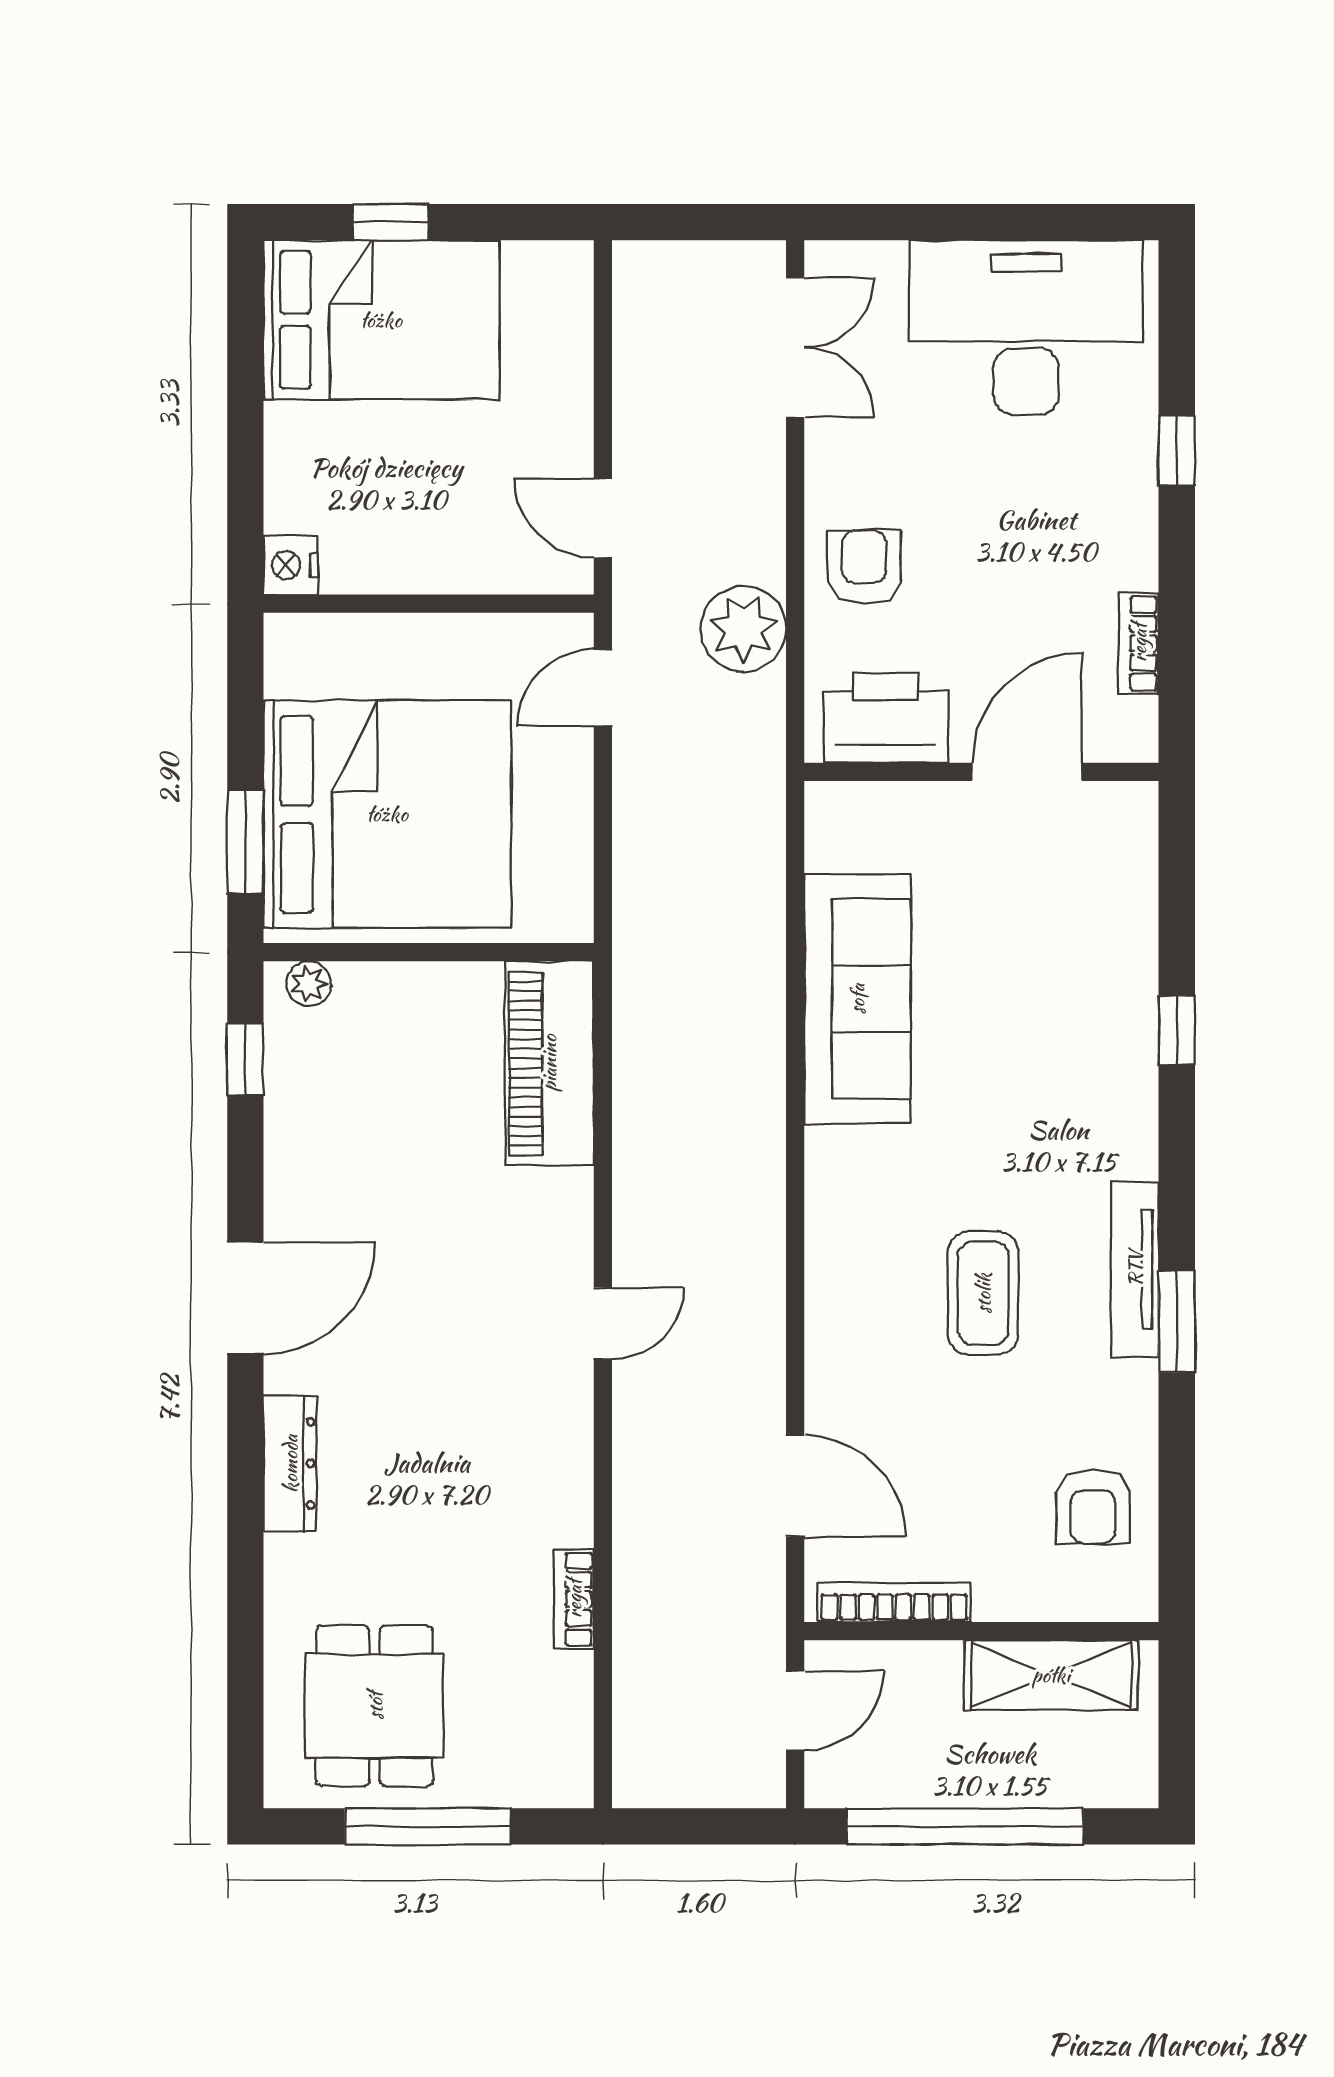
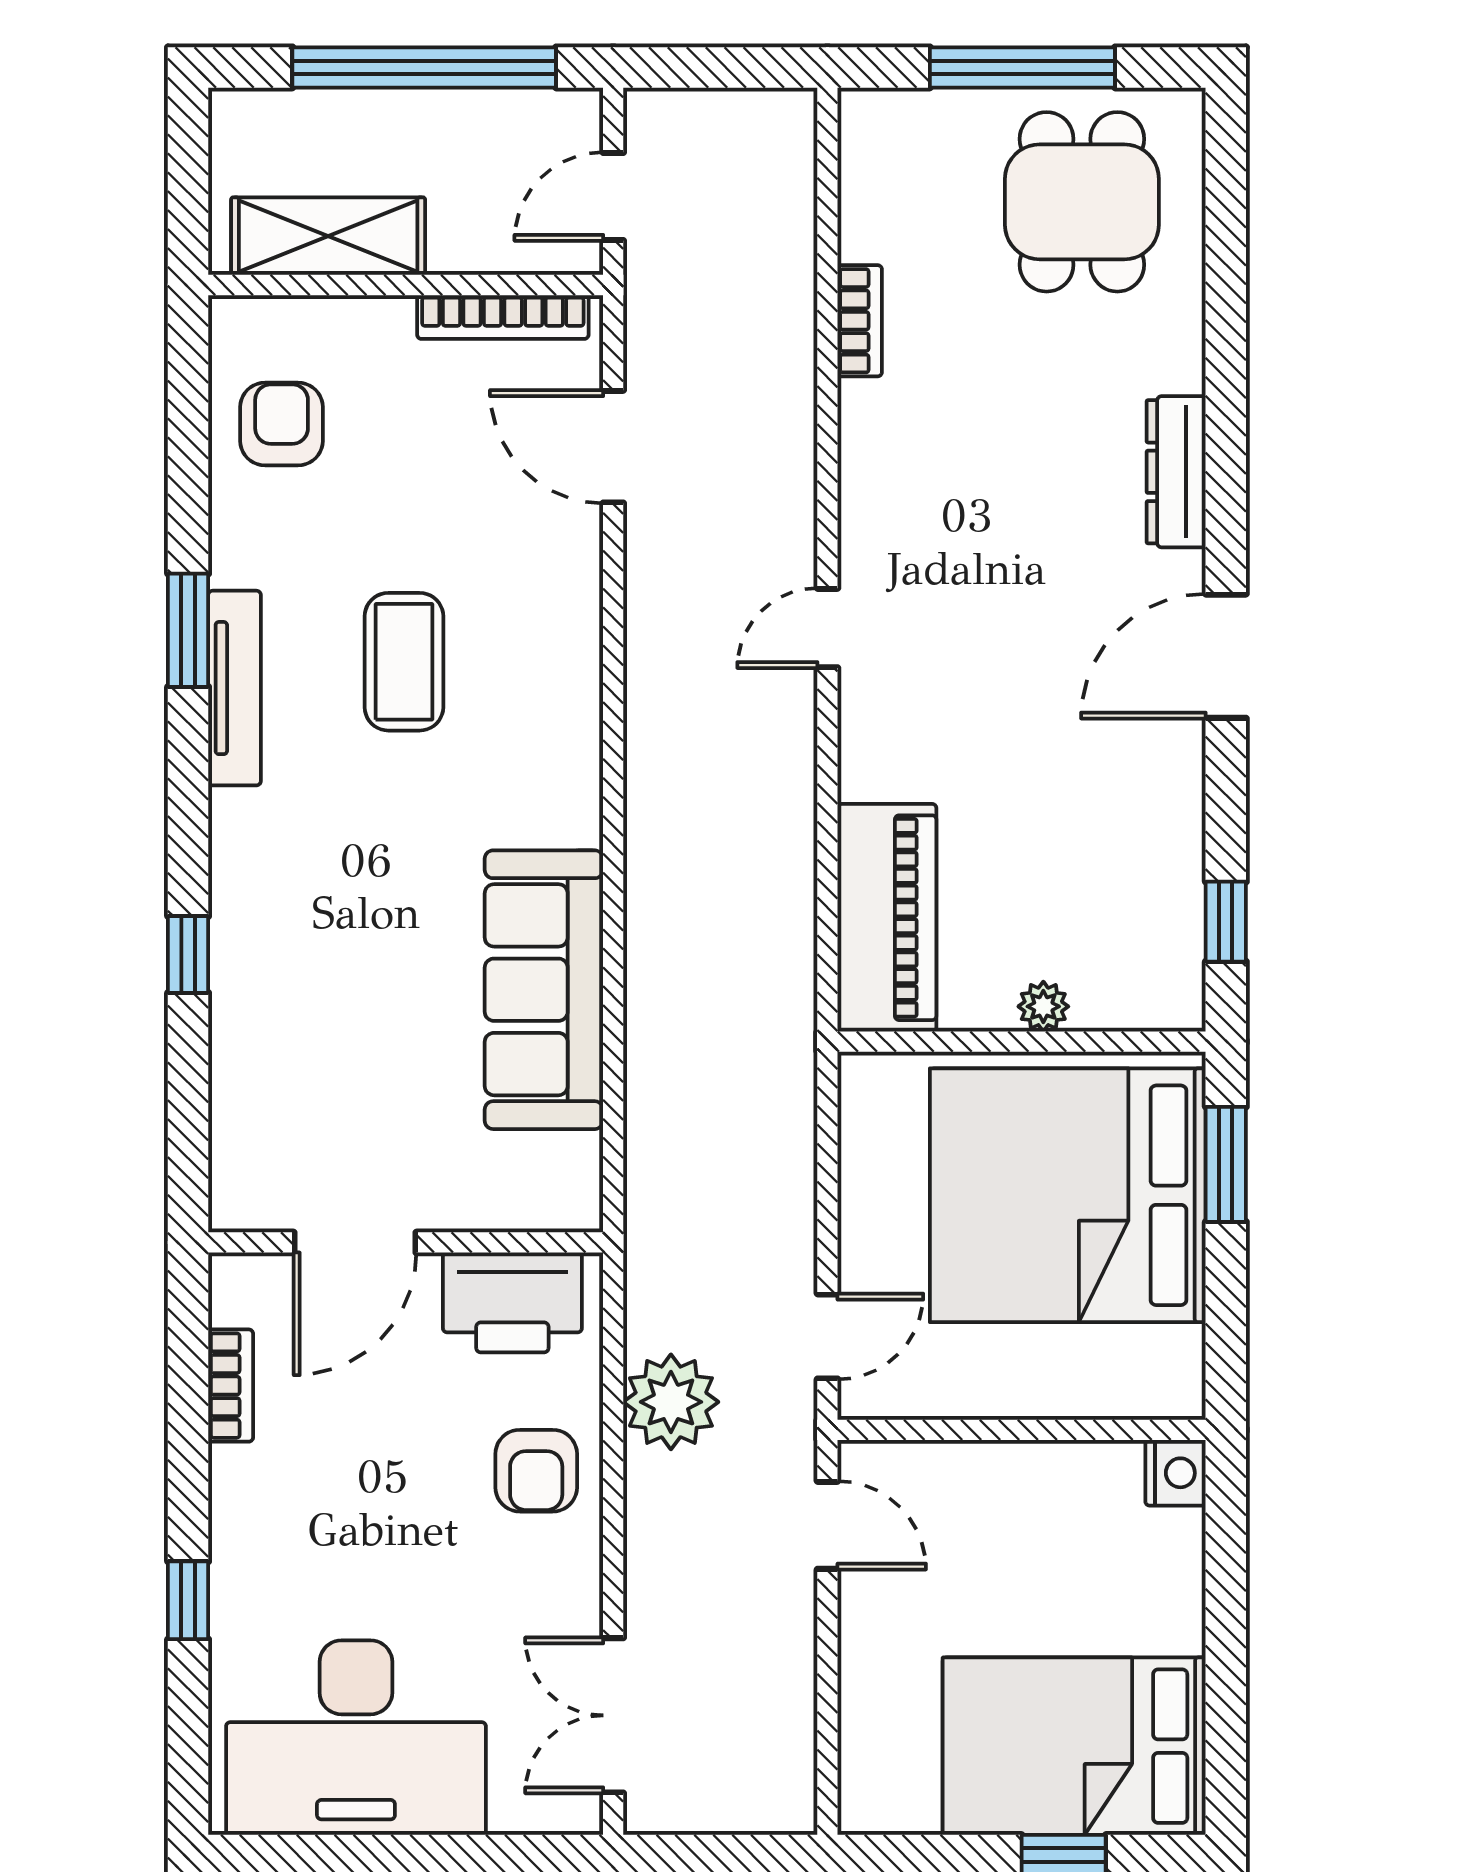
plant: (309, 984) -> (1043, 1006), moved

